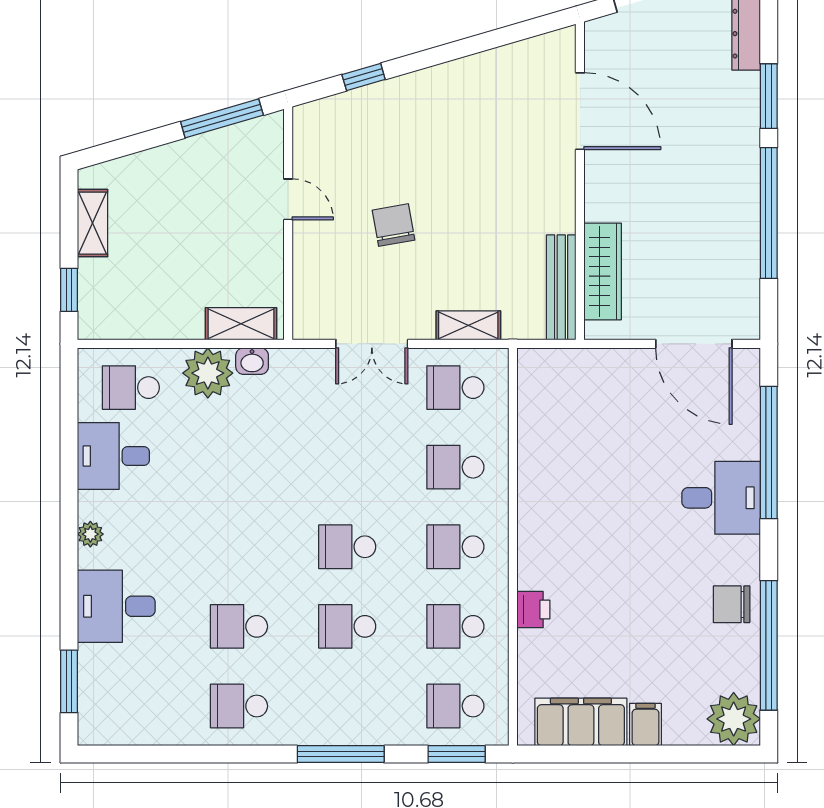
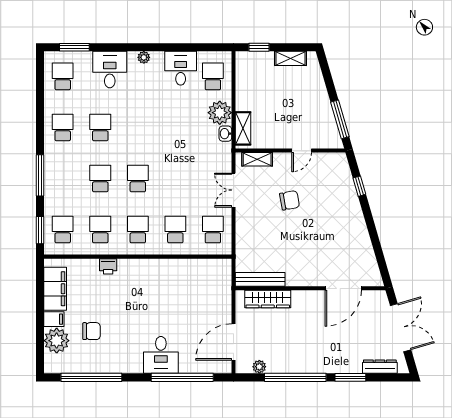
plant: (746, 289) -> (259, 367), added
shelving: (468, 325) -> (257, 159), moved, turned 90
chair: (732, 604) -> (92, 331), moved, turned 90
school desk: (131, 706) -> (63, 76), added
plant: (734, 719) -> (57, 341), moved

